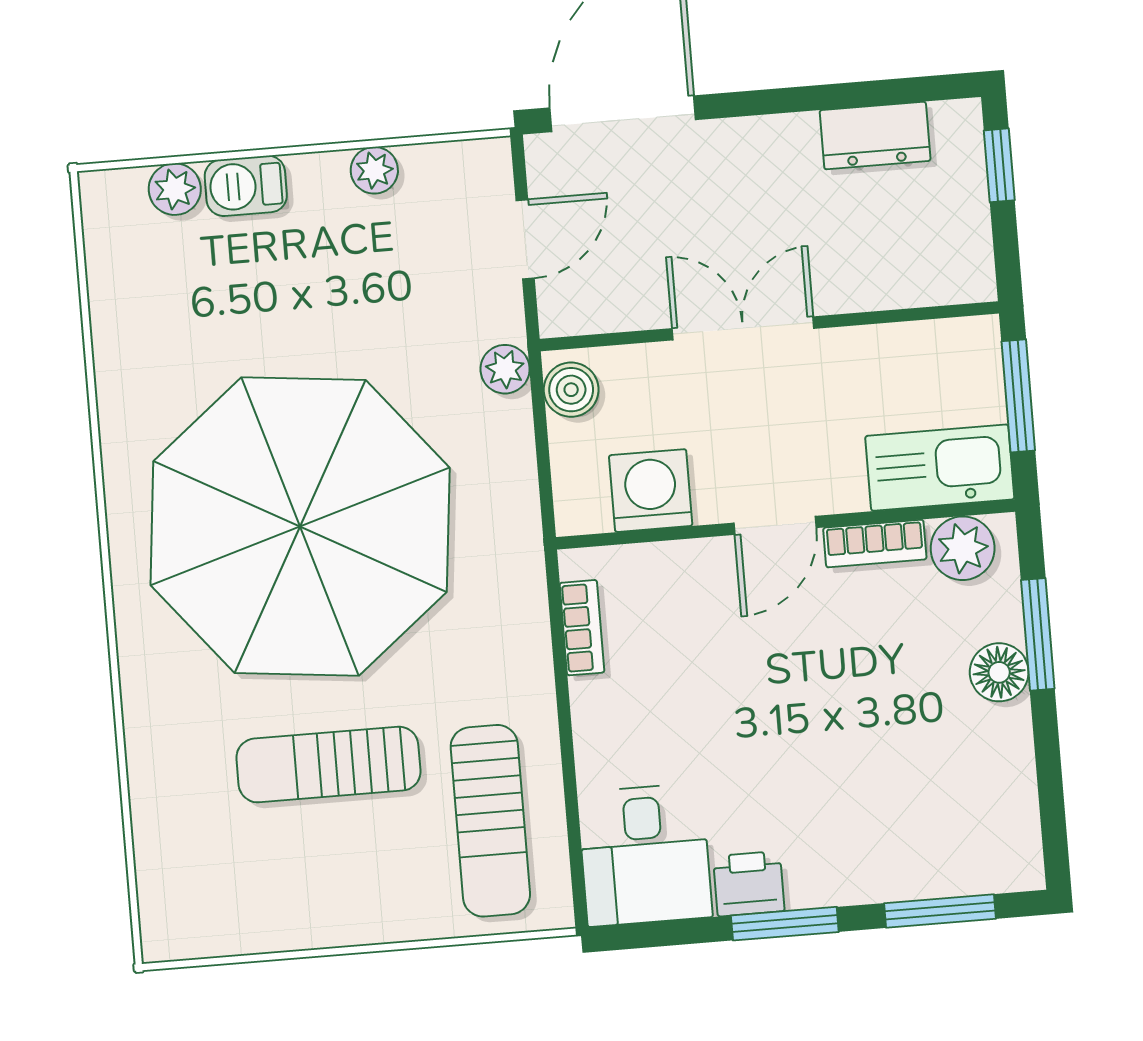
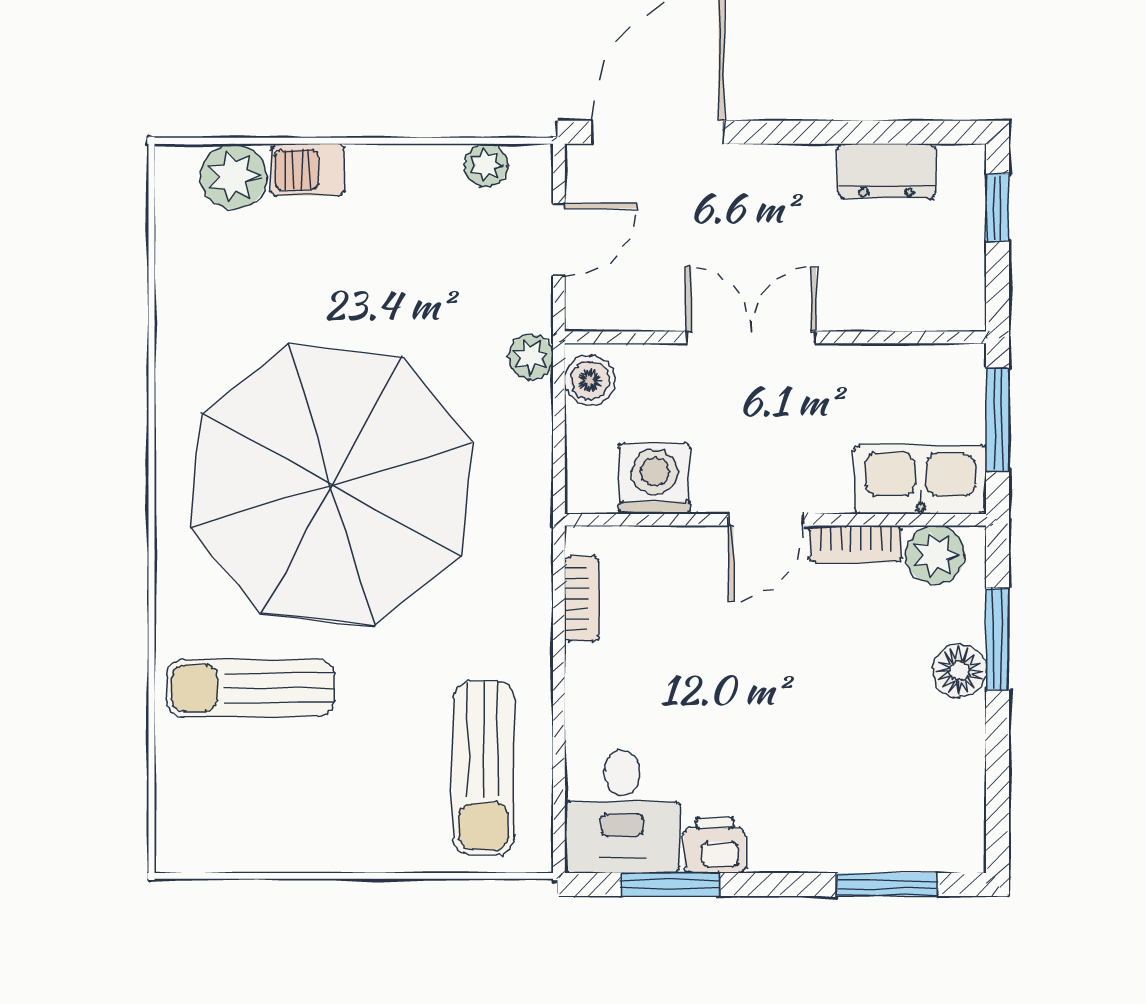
plant: (374, 170) -> (486, 165), moved
plant: (175, 189) -> (234, 176), width x1.38, depth x1.38
sun lounger: (328, 765) -> (251, 688), moved
window: (785, 924) -> (670, 884), moved

